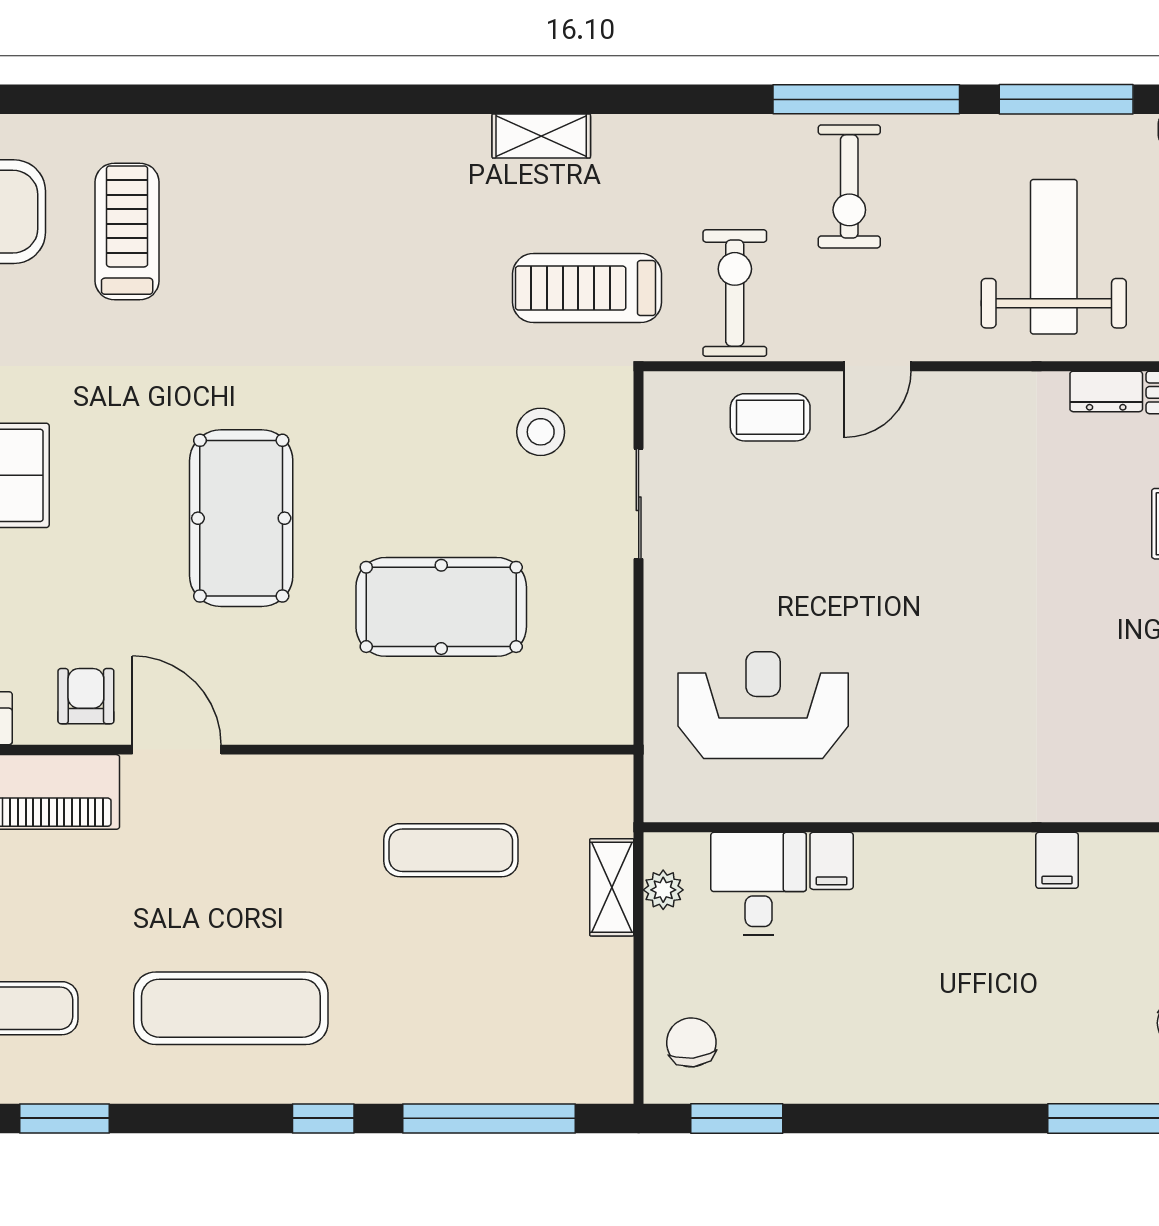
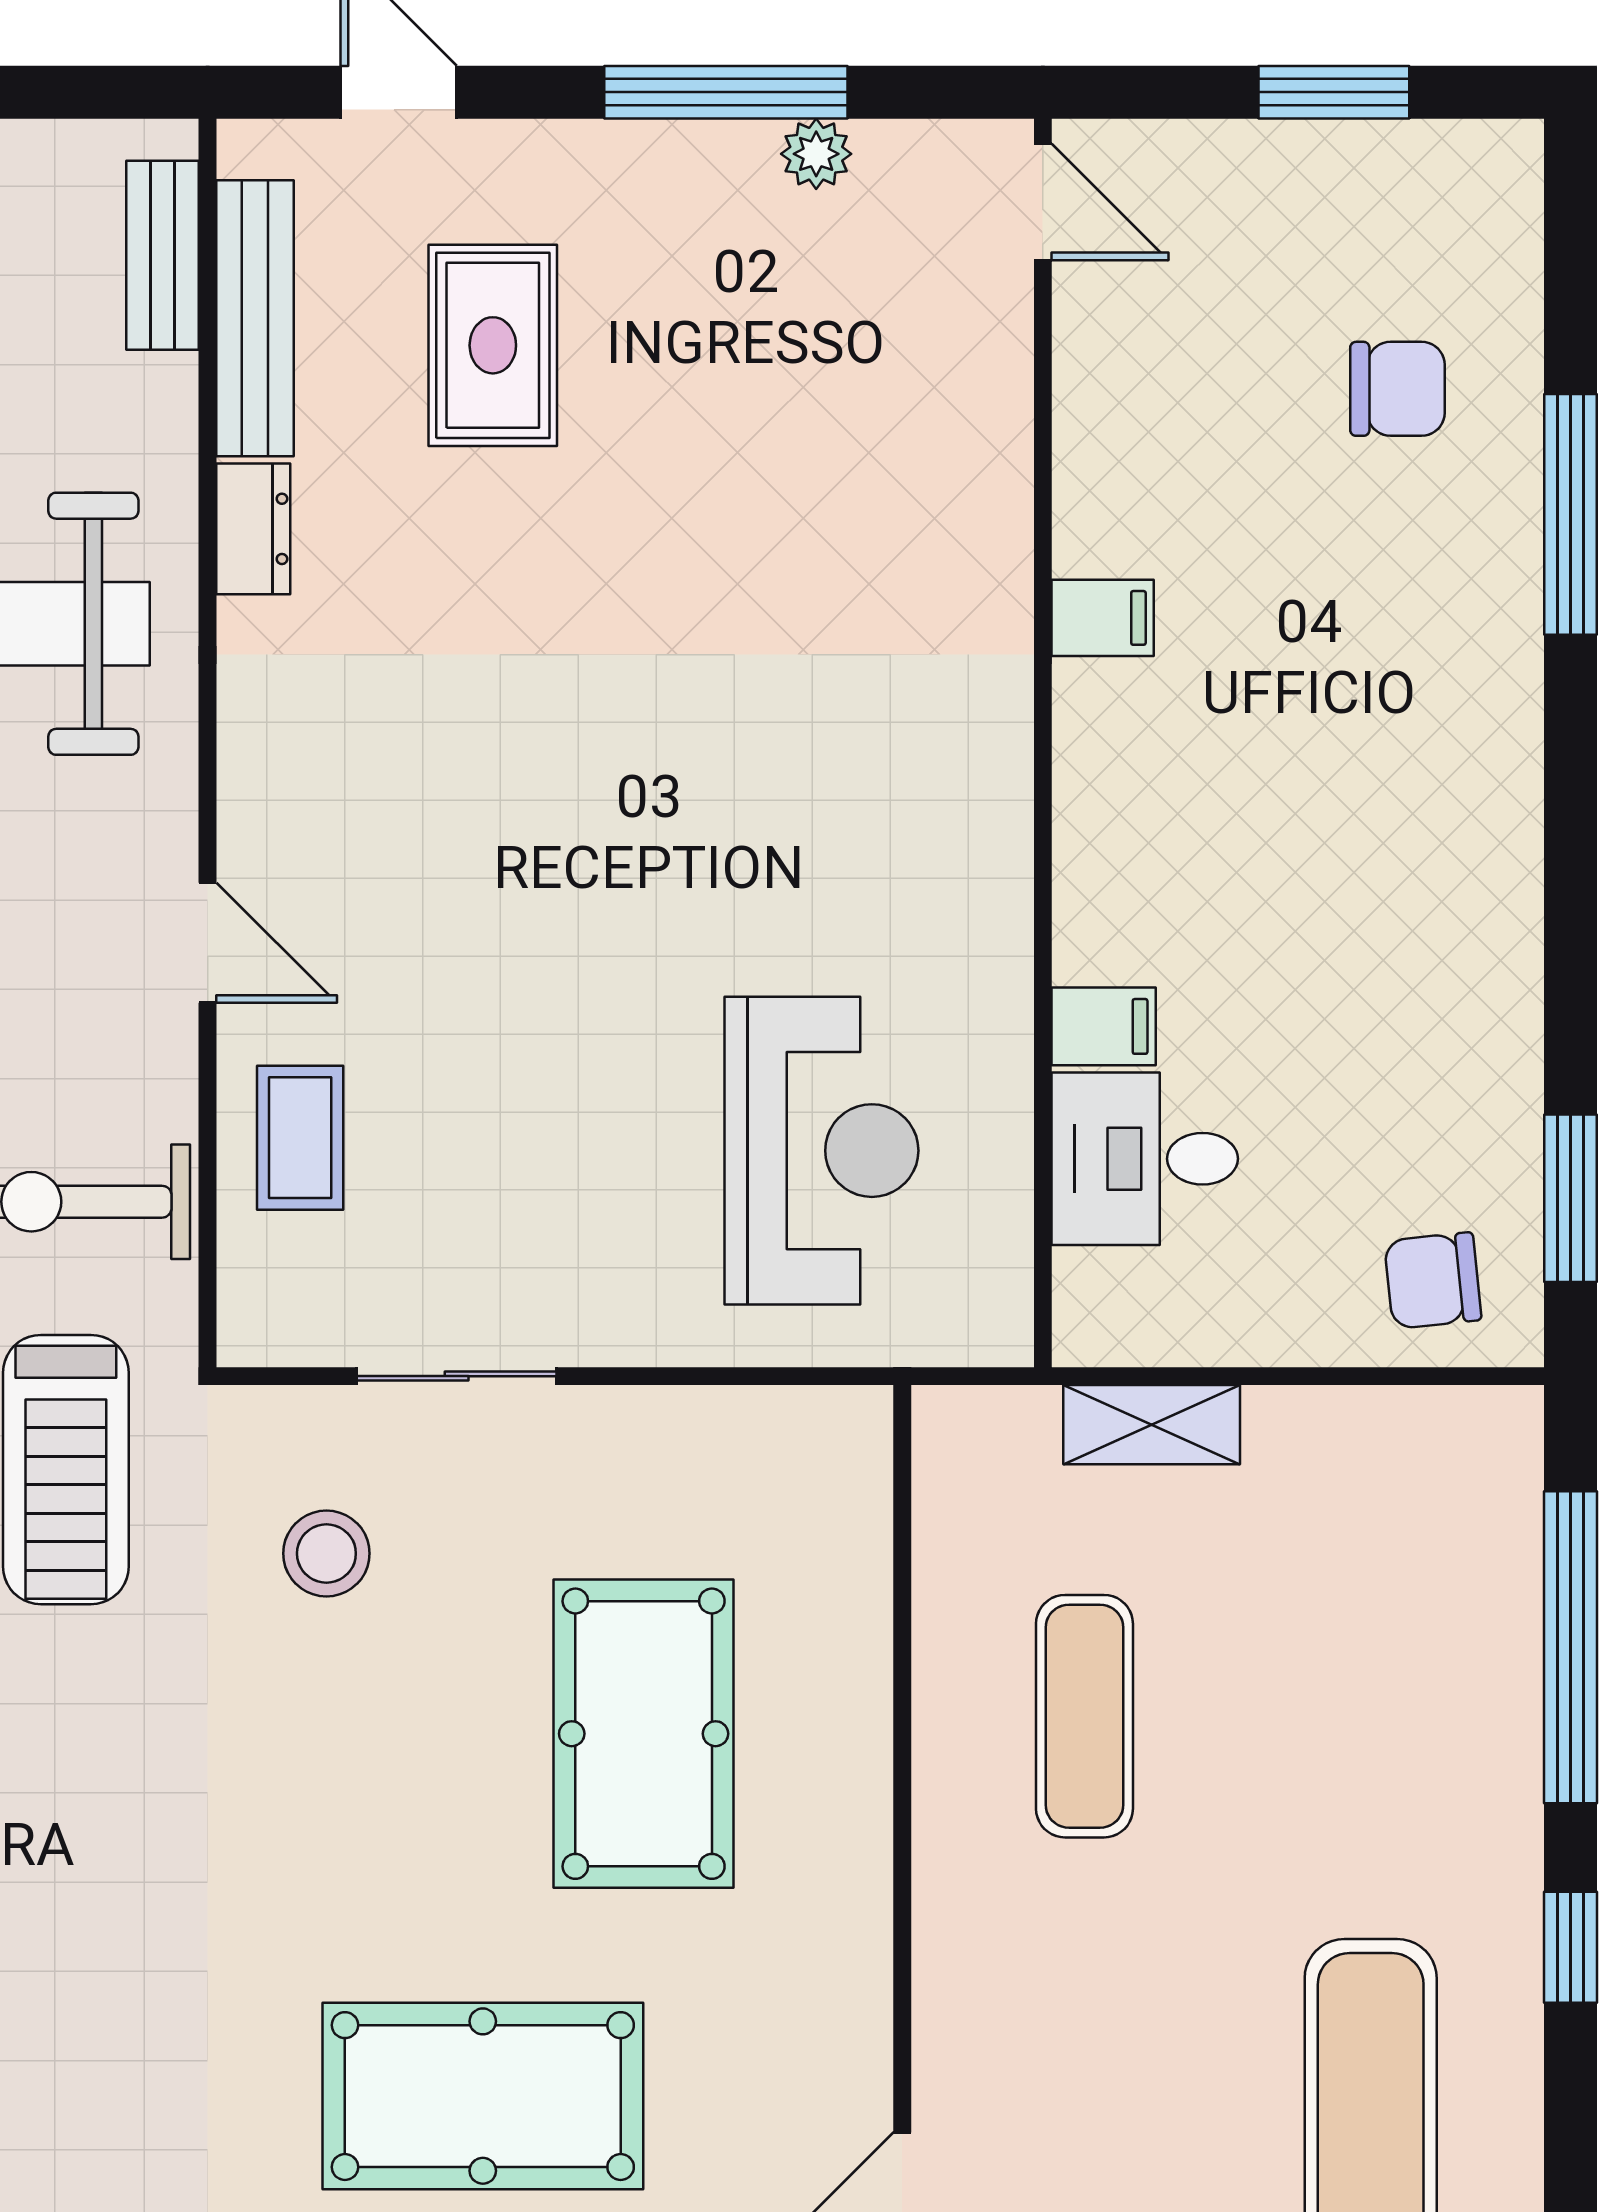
reception desk: (763, 705) -> (821, 1151), turned 180
plant: (663, 890) -> (1156, 1331), removed

